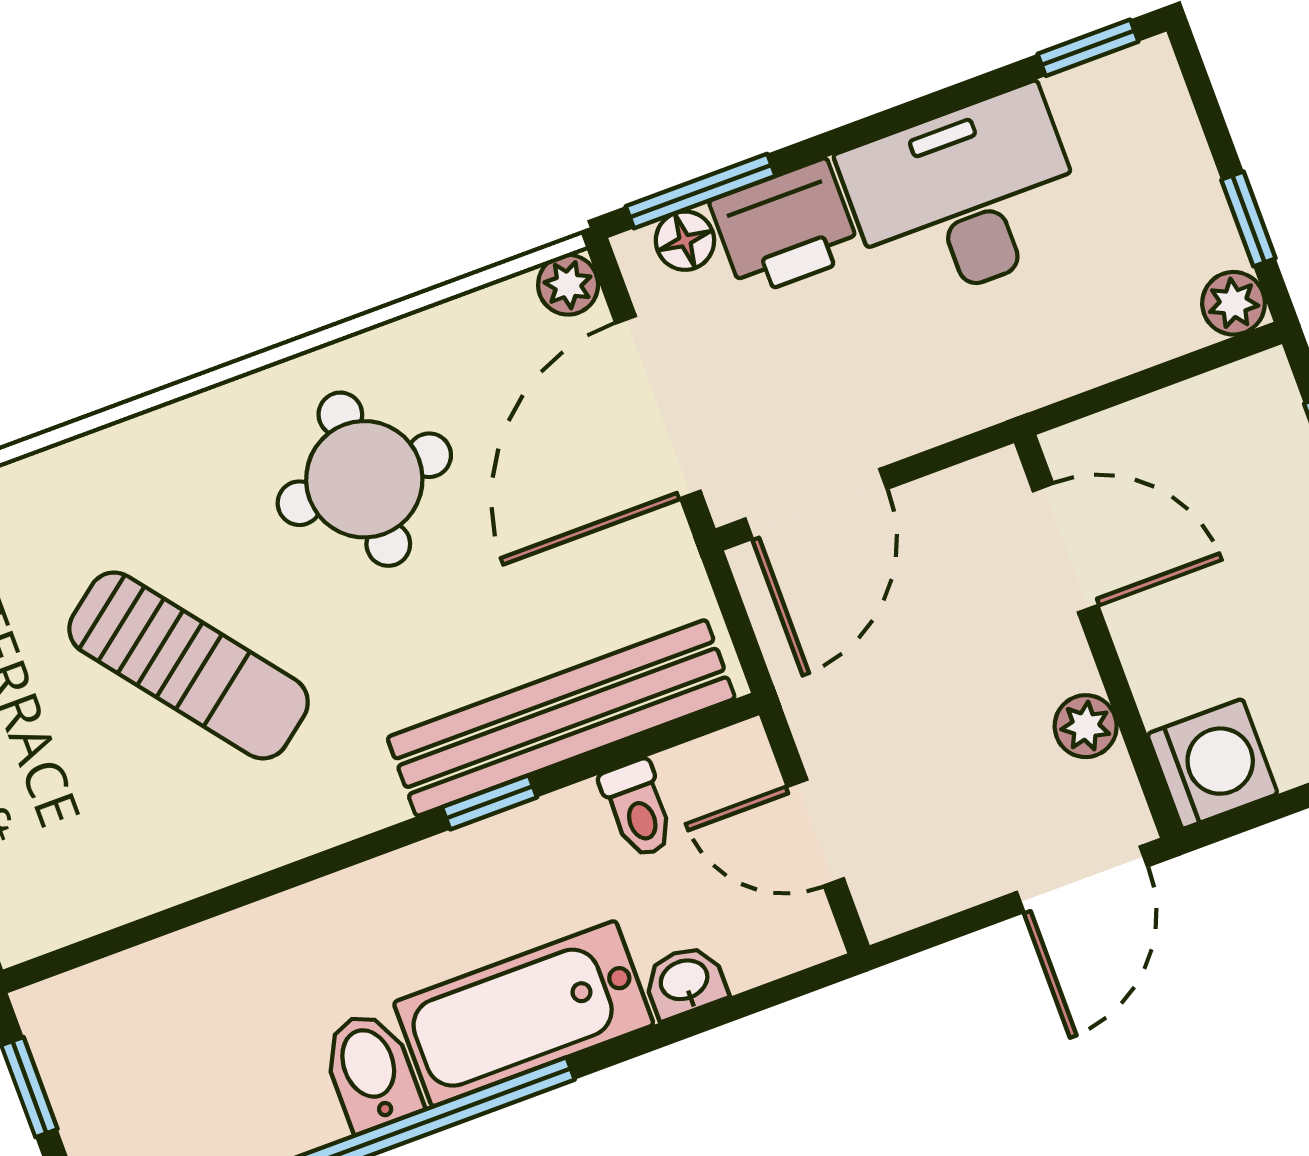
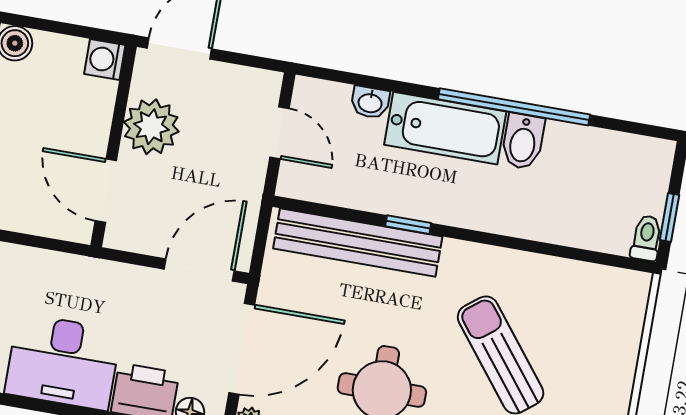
plant: (1086, 726) -> (151, 127), width x1.88, depth x1.88
washing machine: (1212, 764) -> (105, 59), width x0.73, depth x0.73
toilet: (638, 809) -> (646, 238), moved

